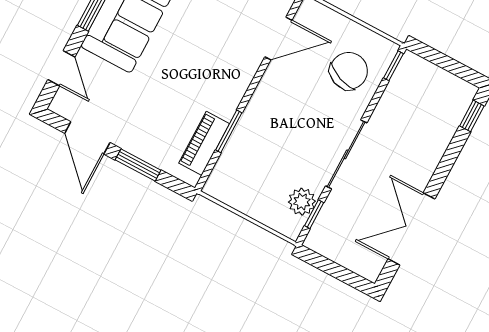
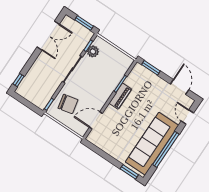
chair: (349, 71) -> (68, 104), turned -123
piano: (204, 143) -> (120, 96), moved
window: (138, 165) -> (151, 68), moved
window: (329, 267) -> (84, 23), added

